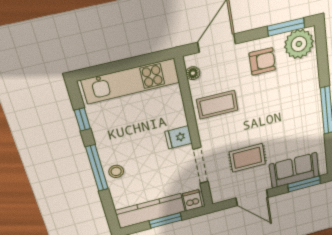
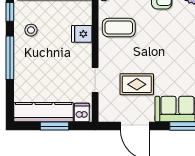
fridge: (179, 137) -> (82, 34), moved
doorway: (201, 166) -> (95, 80), width x0.73
stool: (116, 171) -> (31, 30), moved

